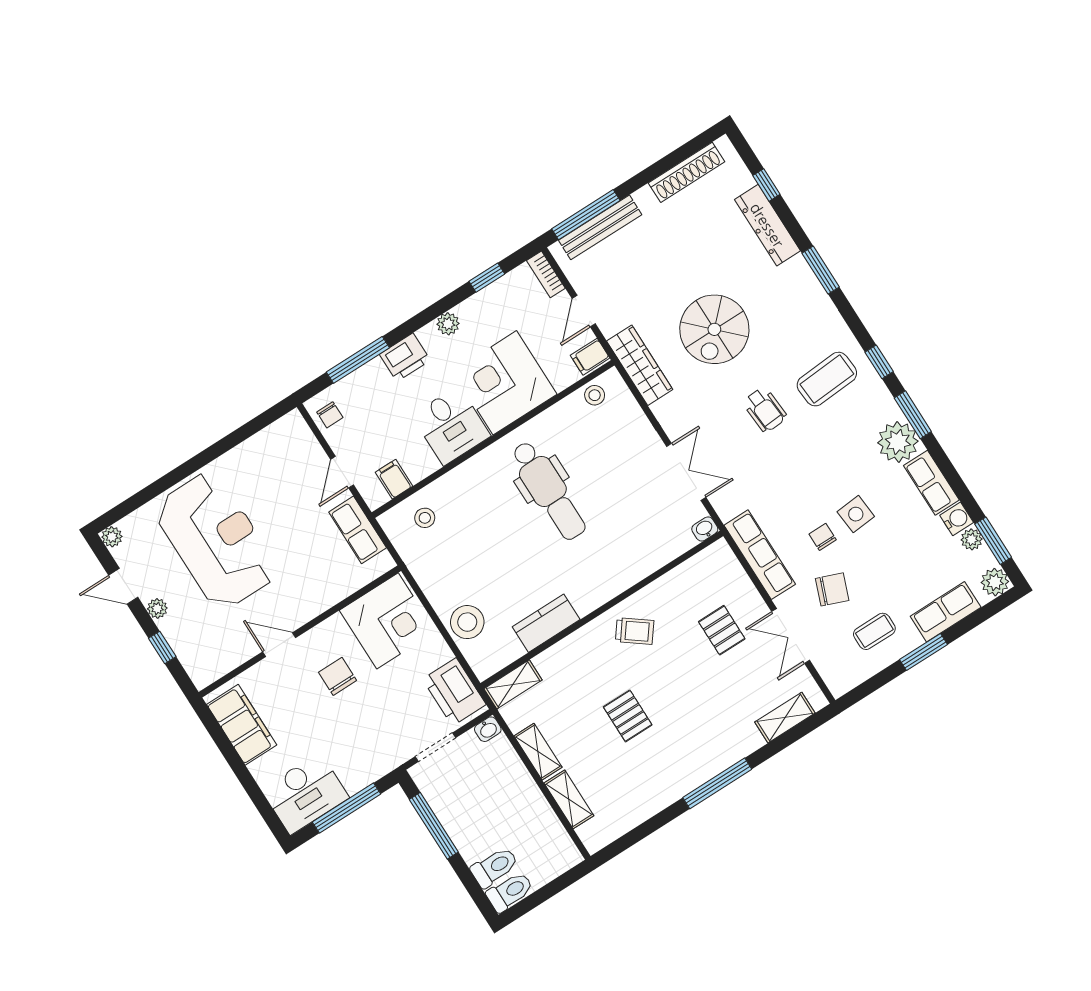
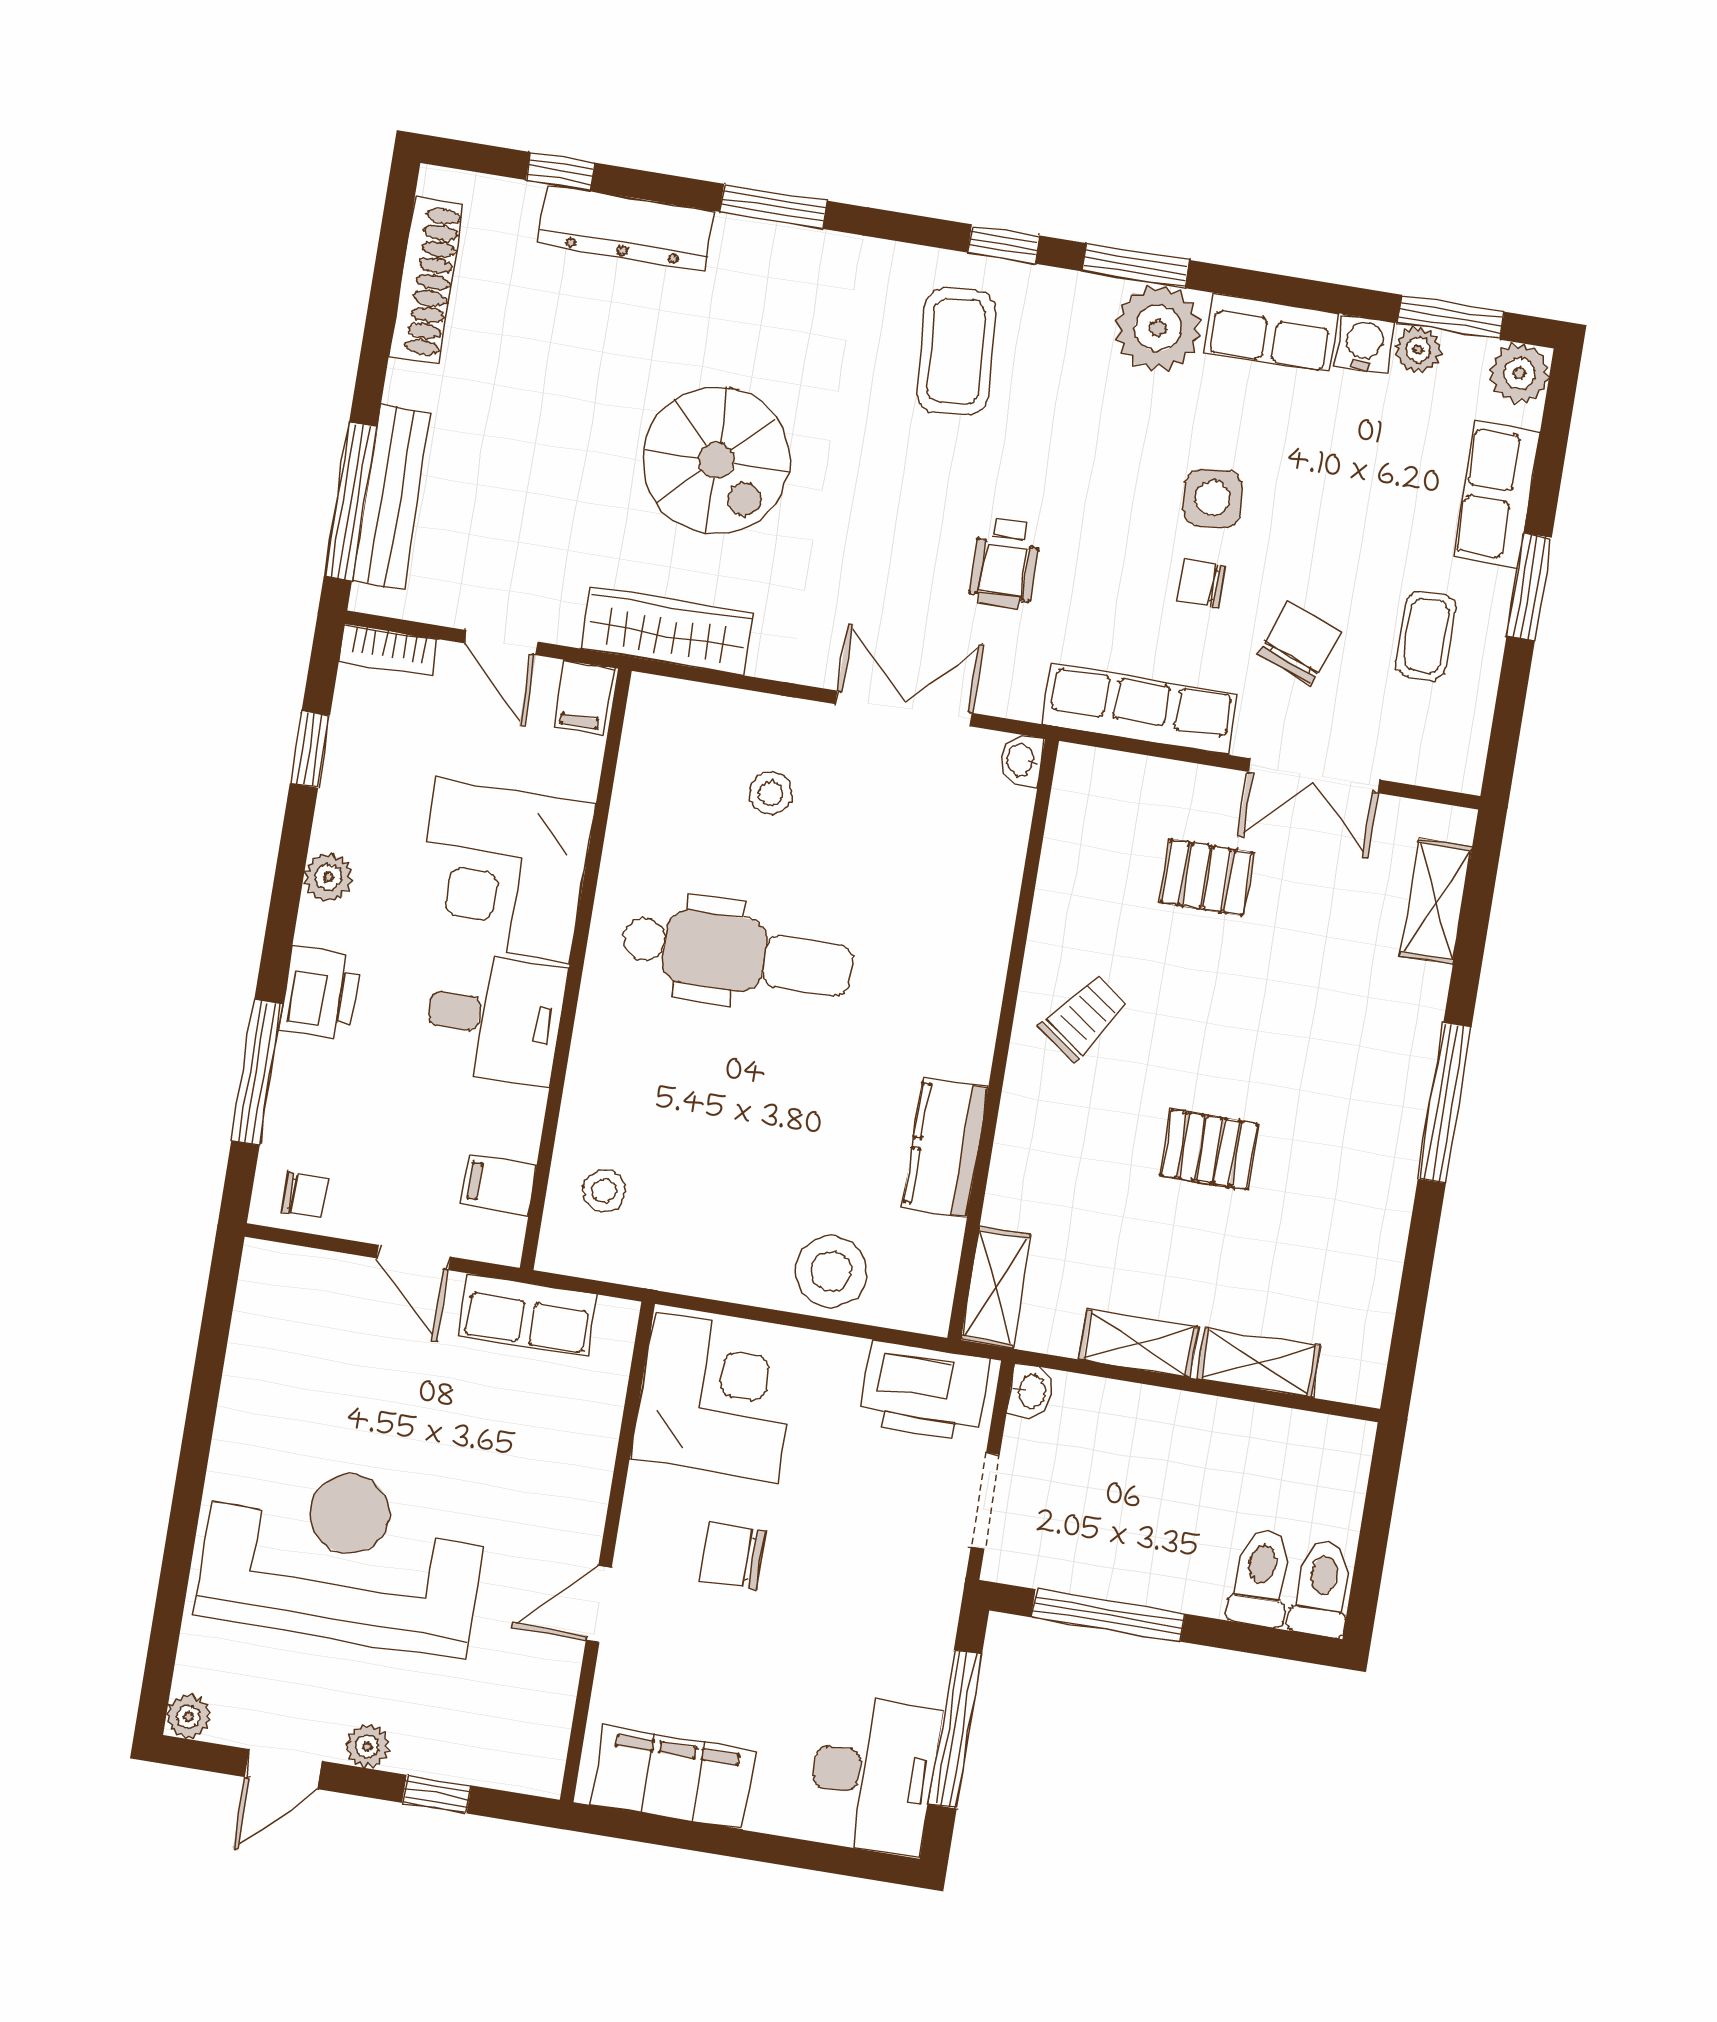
stool: (595, 395) -> (771, 793), moved
wheelchair: (765, 410) -> (1005, 563), moved, turned 94

